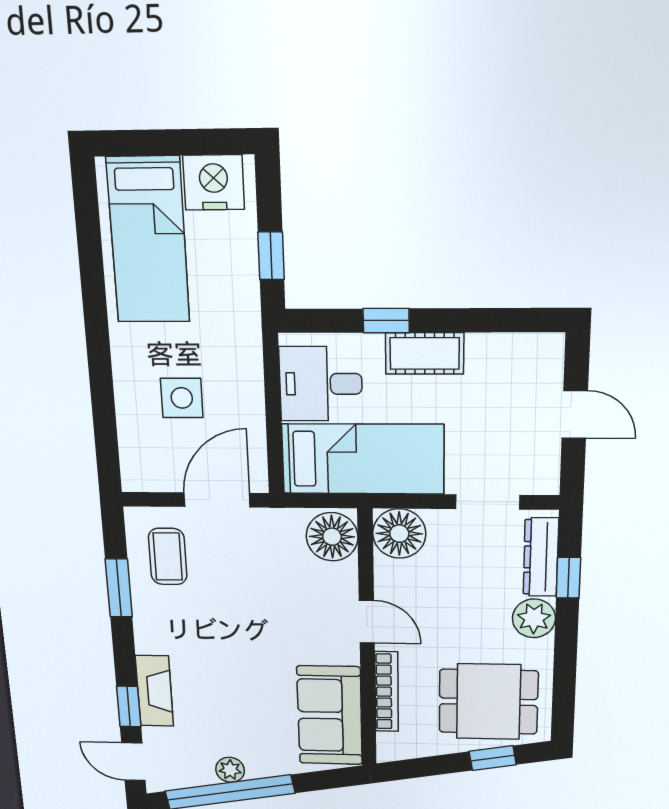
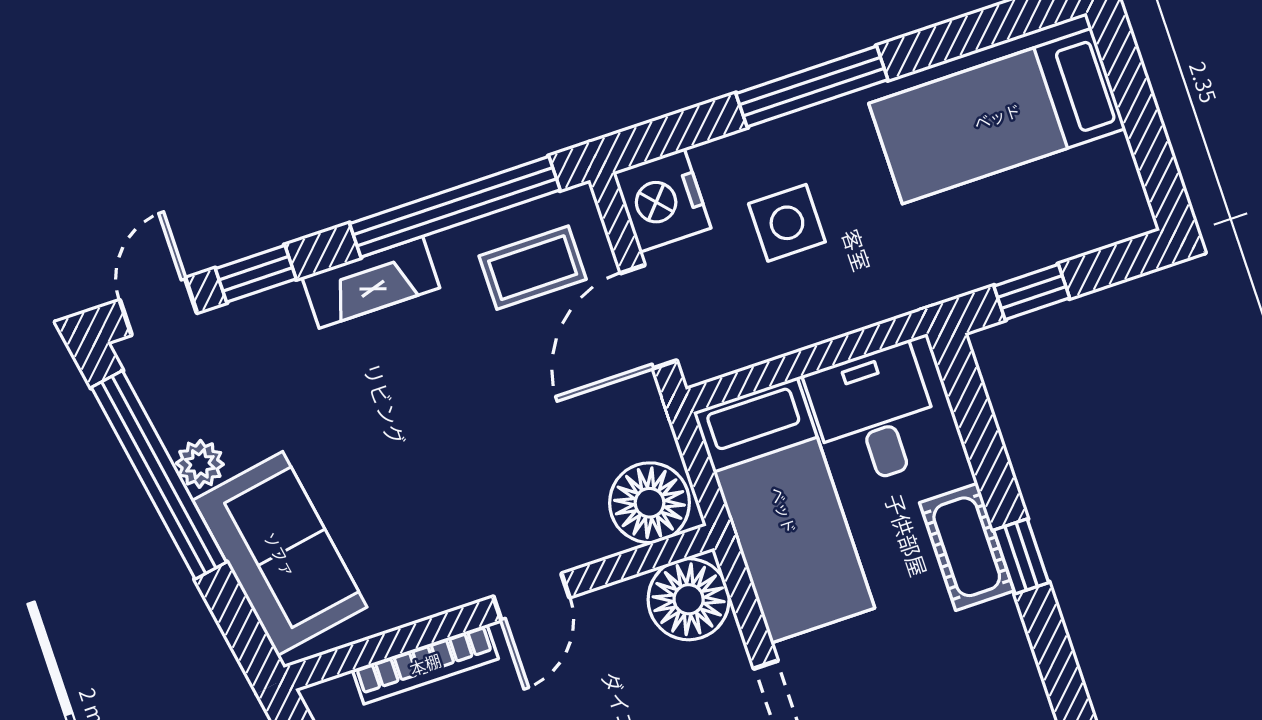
nightstand: (214, 182) -> (662, 200), moved, turned 180
window: (386, 321) -> (1021, 556), moved
window: (99, 354) -> (812, 87), added
door: (217, 500) -> (649, 317), swing flipped
window: (119, 588) -> (455, 207), width x2.11
fireplace: (154, 691) -> (371, 282), moved
sofa: (330, 715) -> (280, 554), moved, turned 80

